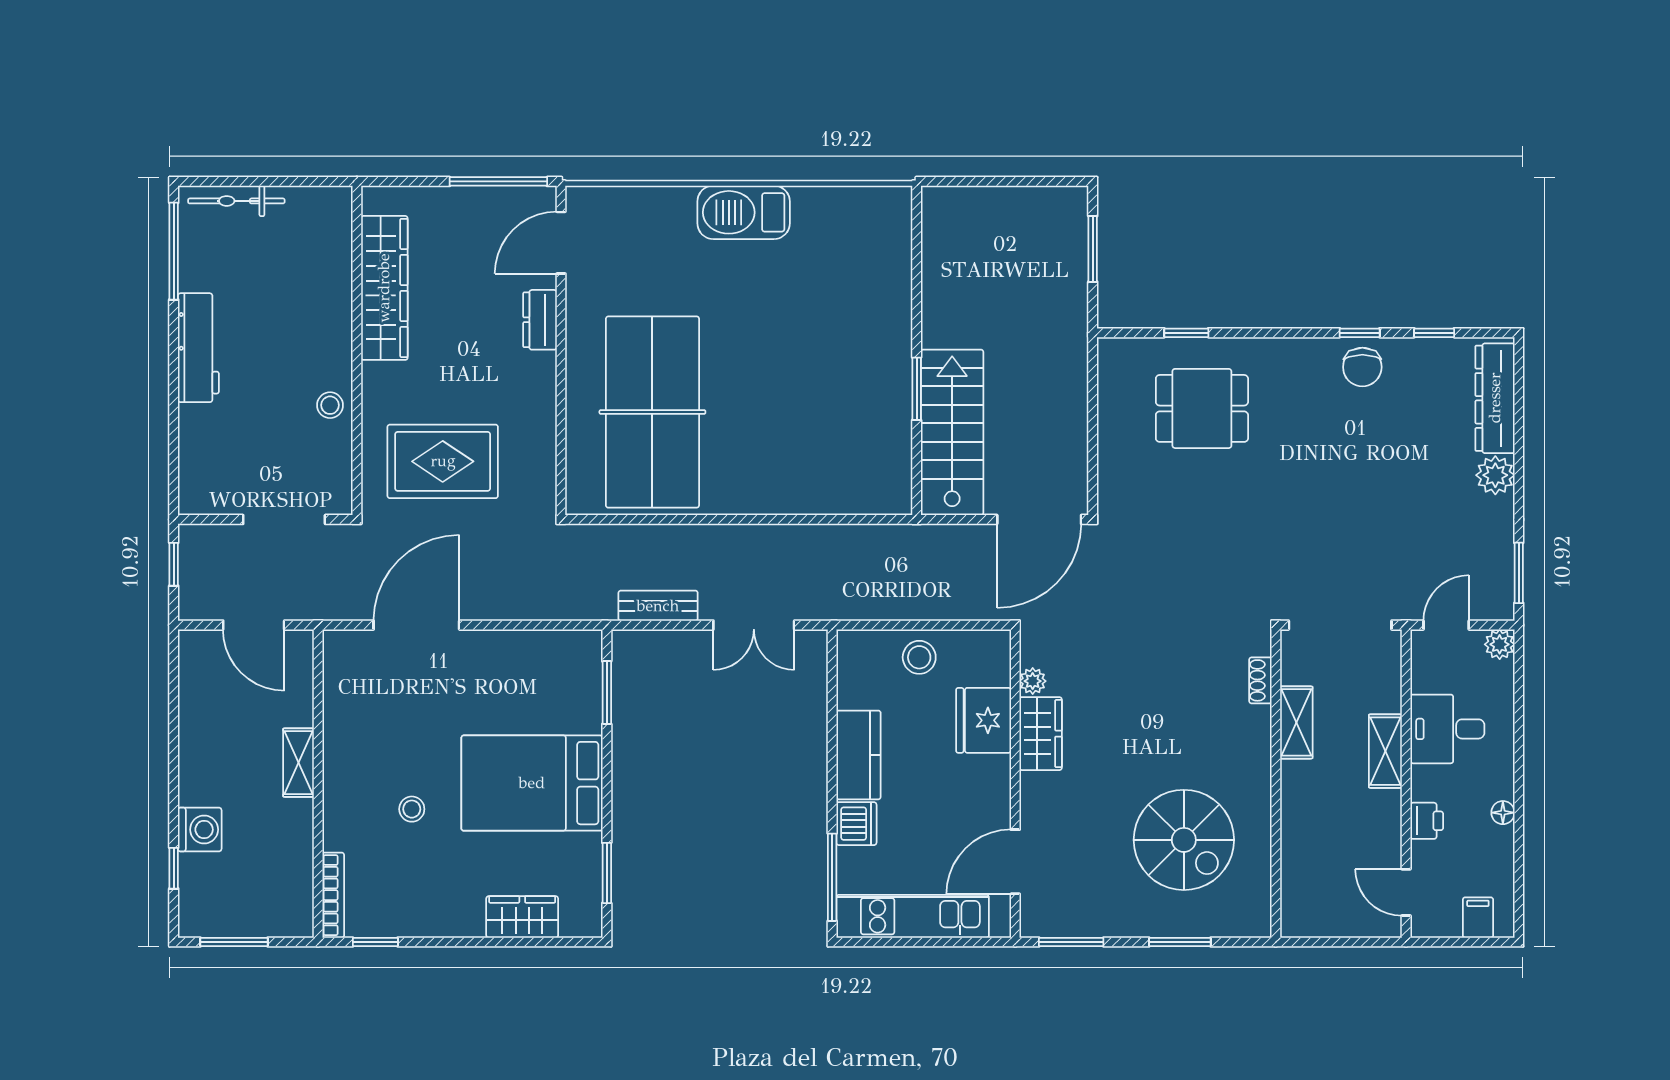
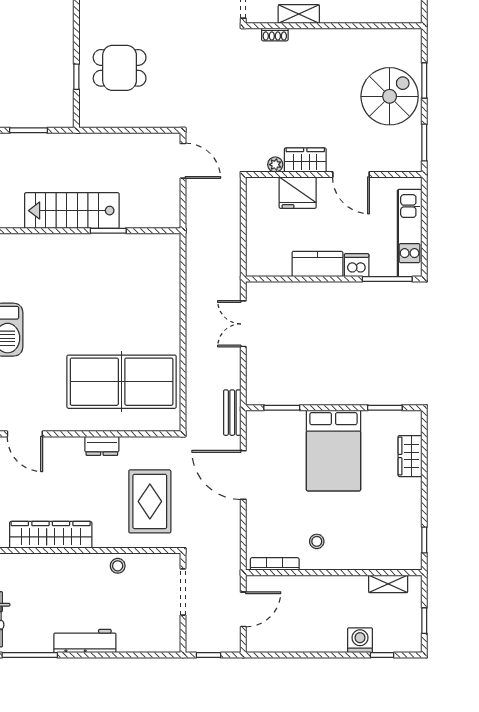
dresser: (540, 320) -> (102, 446), moved
dining table: (1202, 408) -> (120, 68), turned 90
stairs: (952, 432) -> (72, 211), moved
door: (1039, 519) -> (183, 161), width x0.73
bench: (658, 606) -> (232, 413), moved
door: (416, 625) -> (243, 475), moved
double door: (754, 625) -> (243, 324), swing flipped
stool: (919, 657) -> (262, 229), removed
shelving: (298, 763) -> (388, 584), moved
stool: (412, 809) -> (317, 541), moved
spiral stairs: (1184, 840) -> (390, 96), moved
door: (1015, 862) -> (351, 174), moved
bookcase: (333, 895) -> (275, 564), moved
window: (234, 942) -> (424, 621), width x0.67

